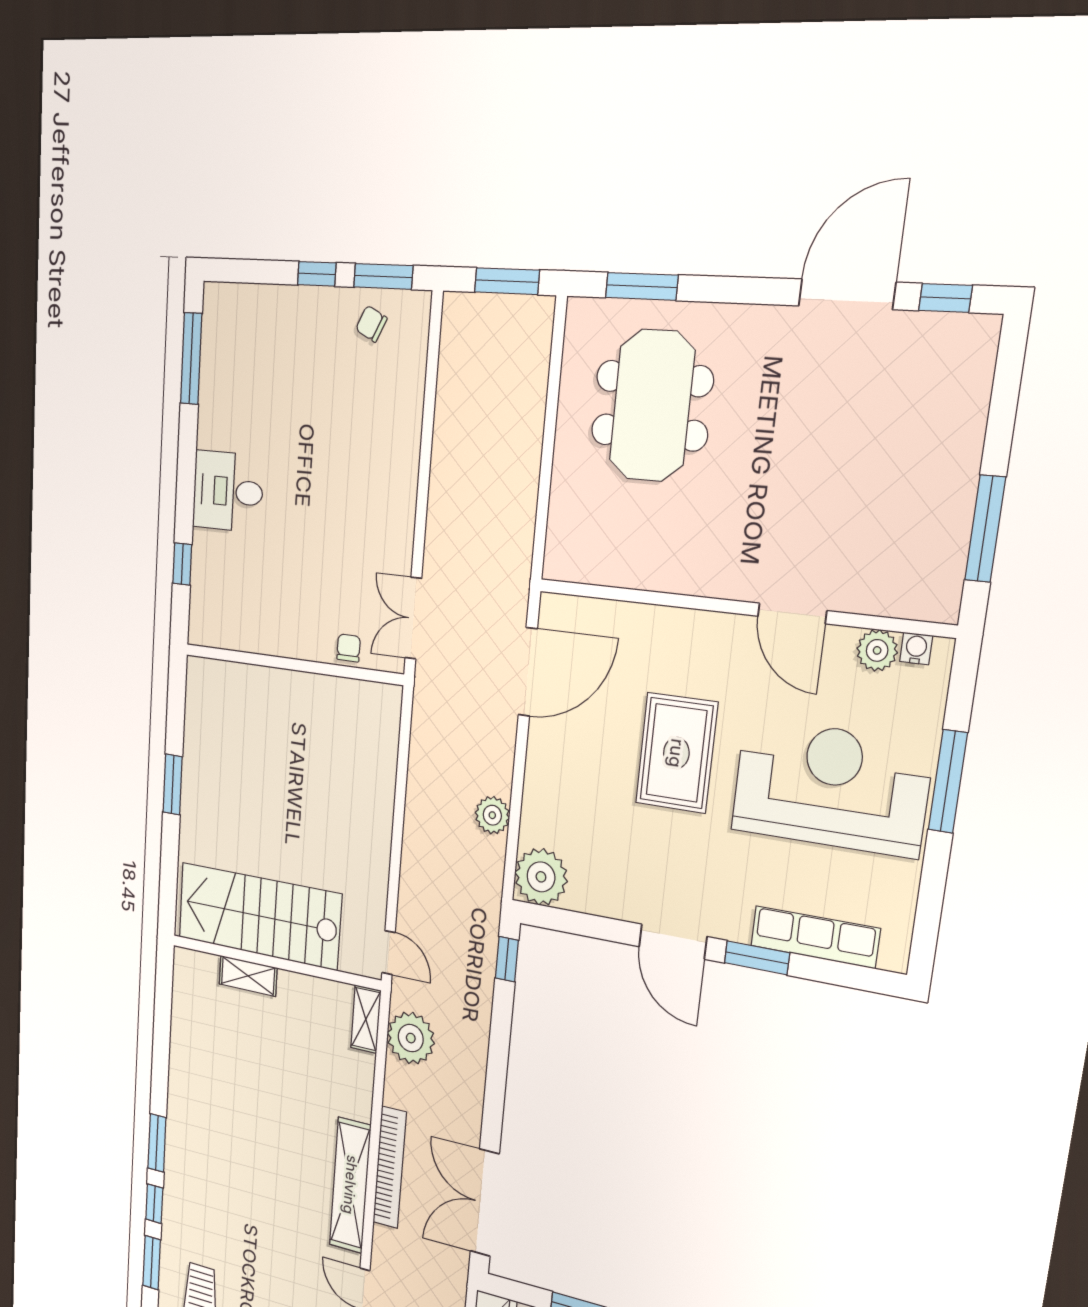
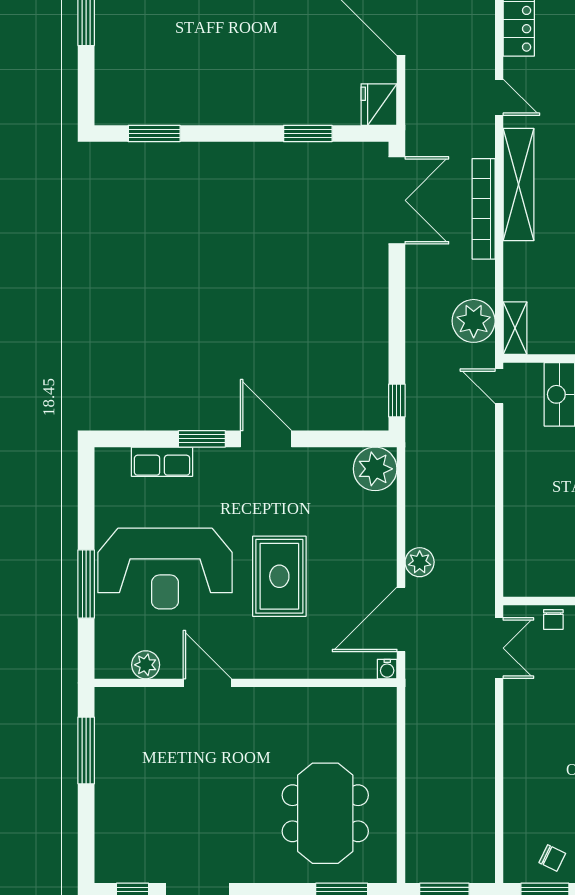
water cooler: (916, 649) -> (387, 669), moved
plant: (492, 815) -> (420, 562), moved
row of seats: (815, 937) -> (162, 462), width x0.68

